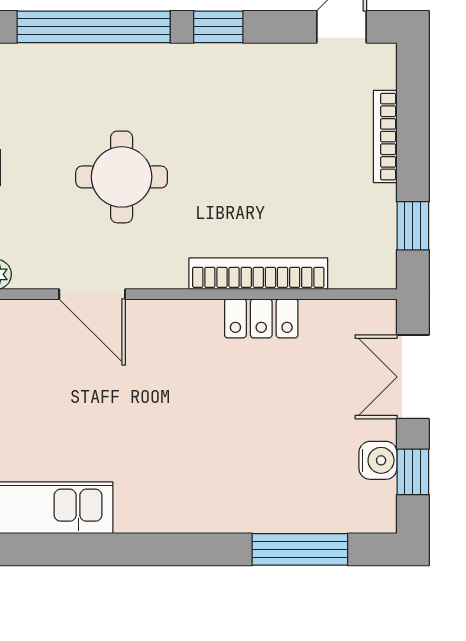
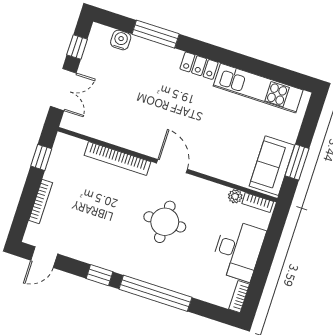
door: (92, 294) -> (172, 166), moved
locker: (261, 318) -> (199, 66), moved, turned 180
water cooler: (378, 460) -> (121, 40), moved, turned 90
window: (300, 549) -> (156, 34), moved

